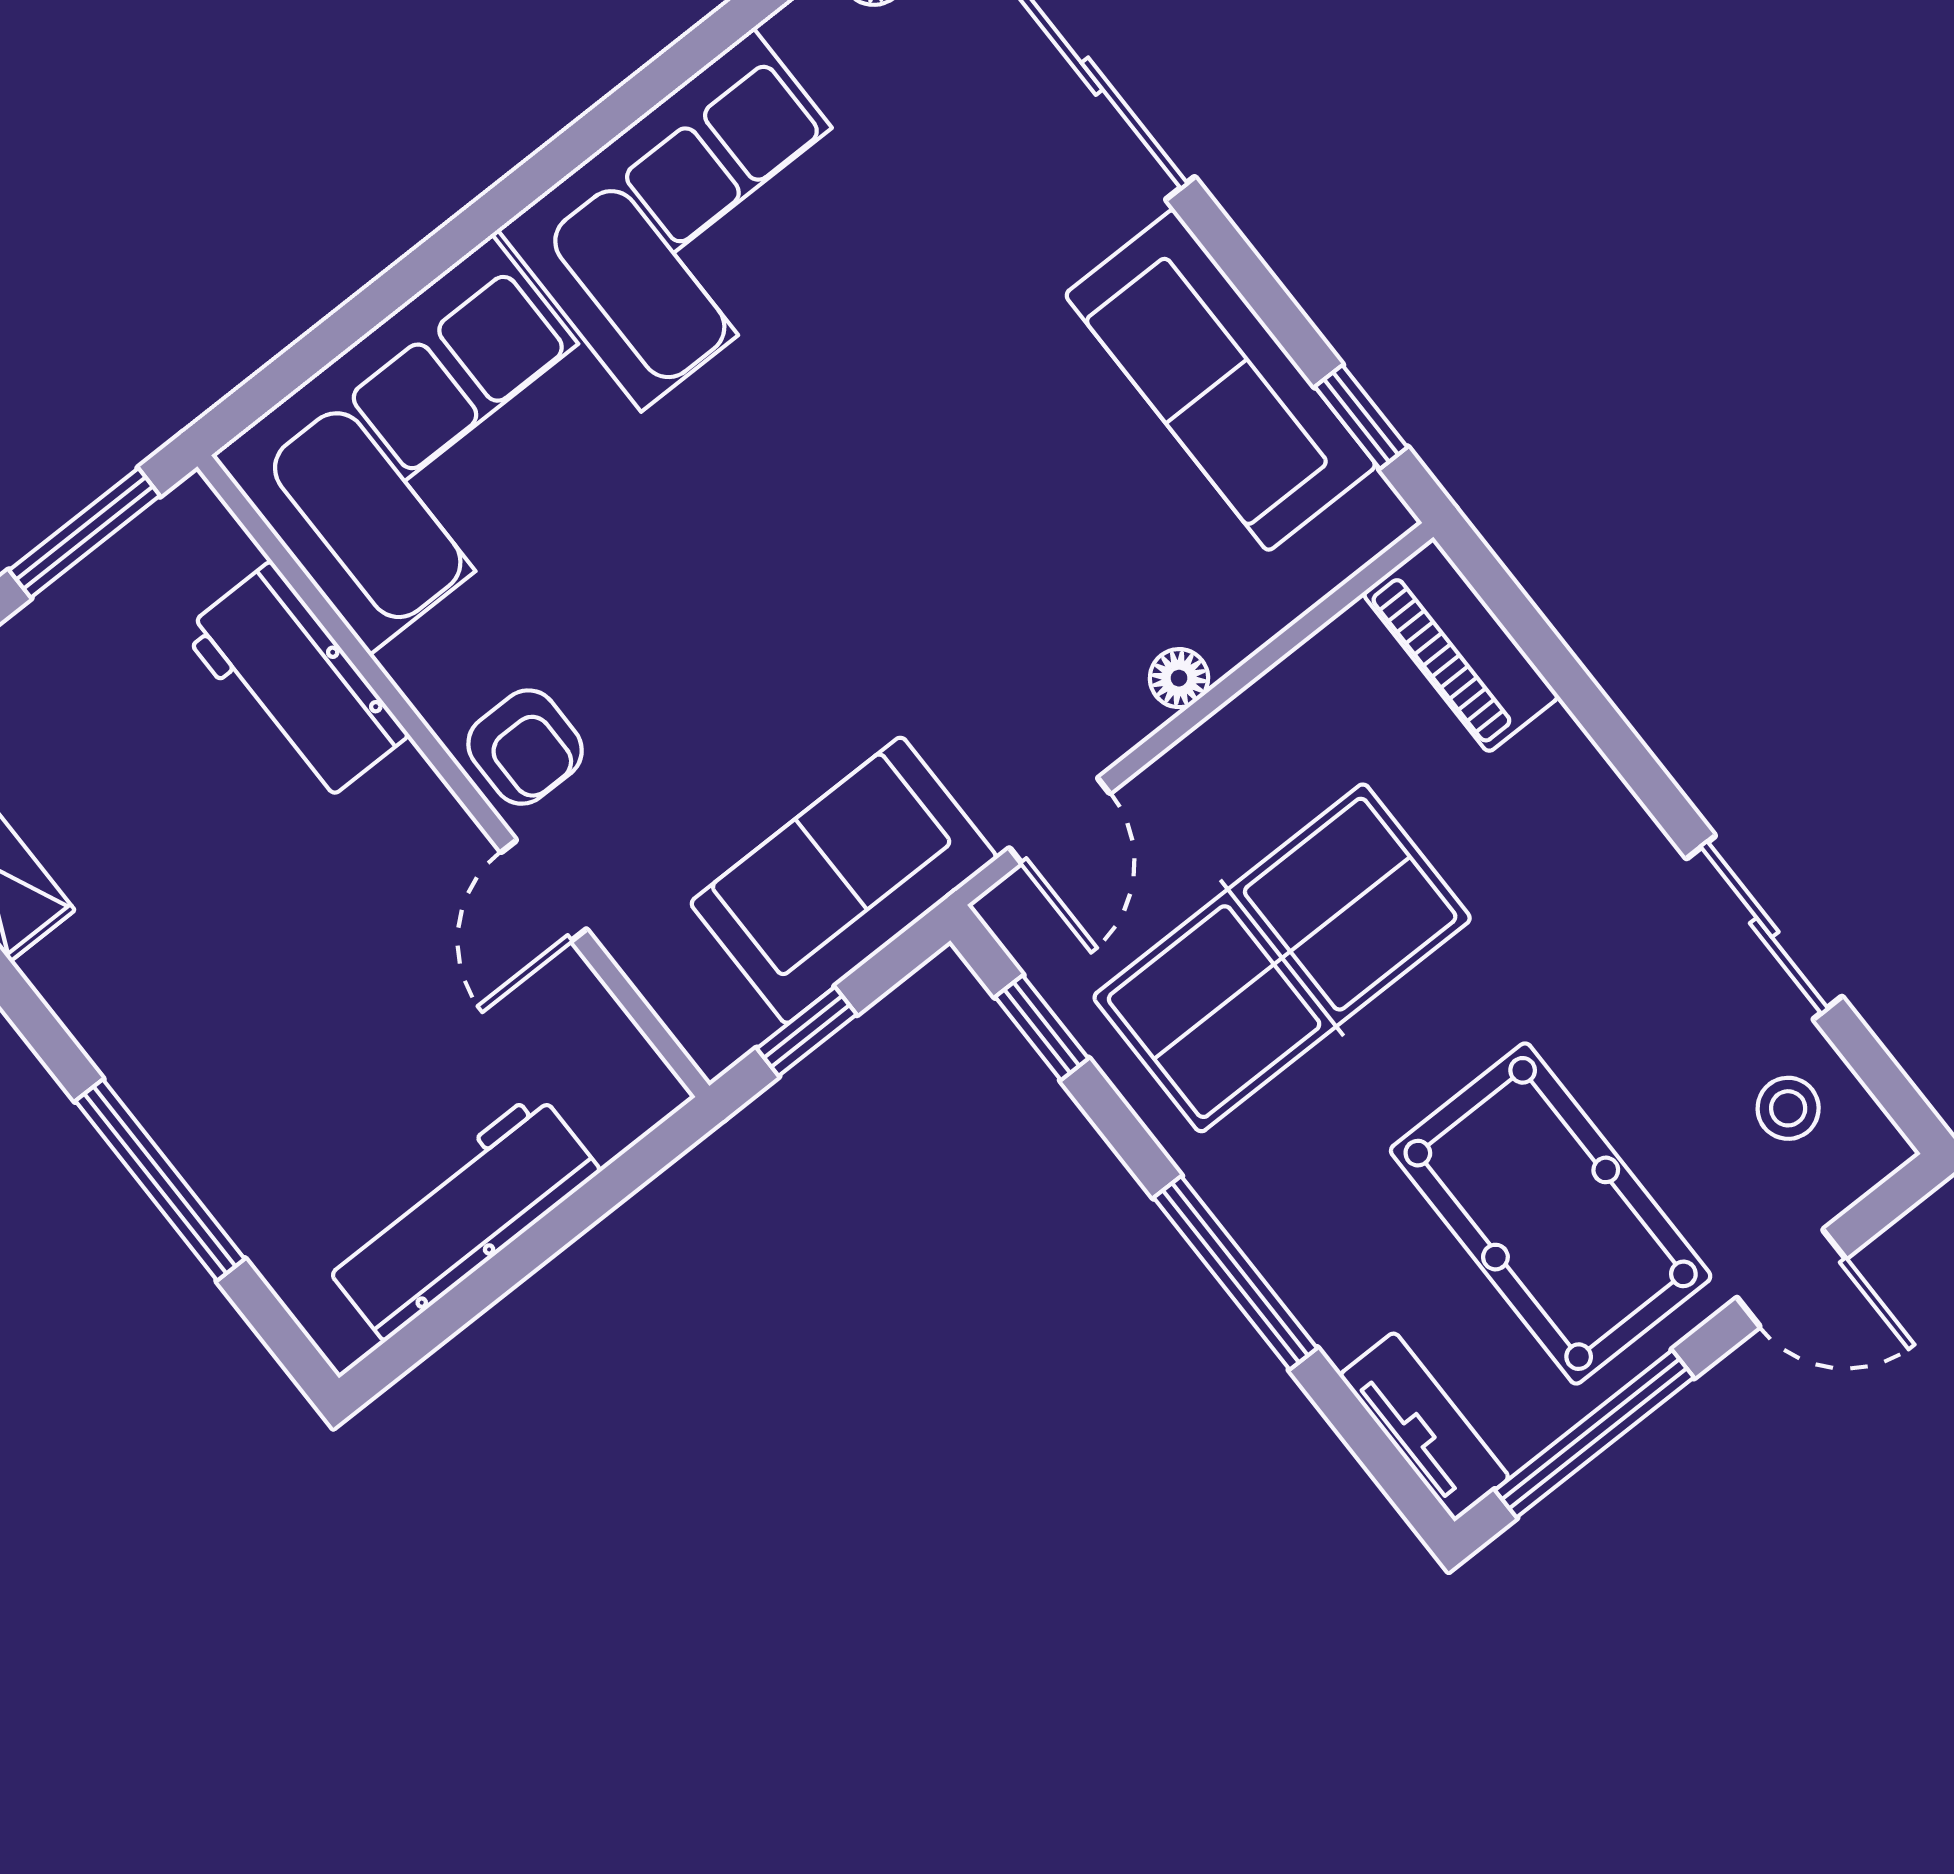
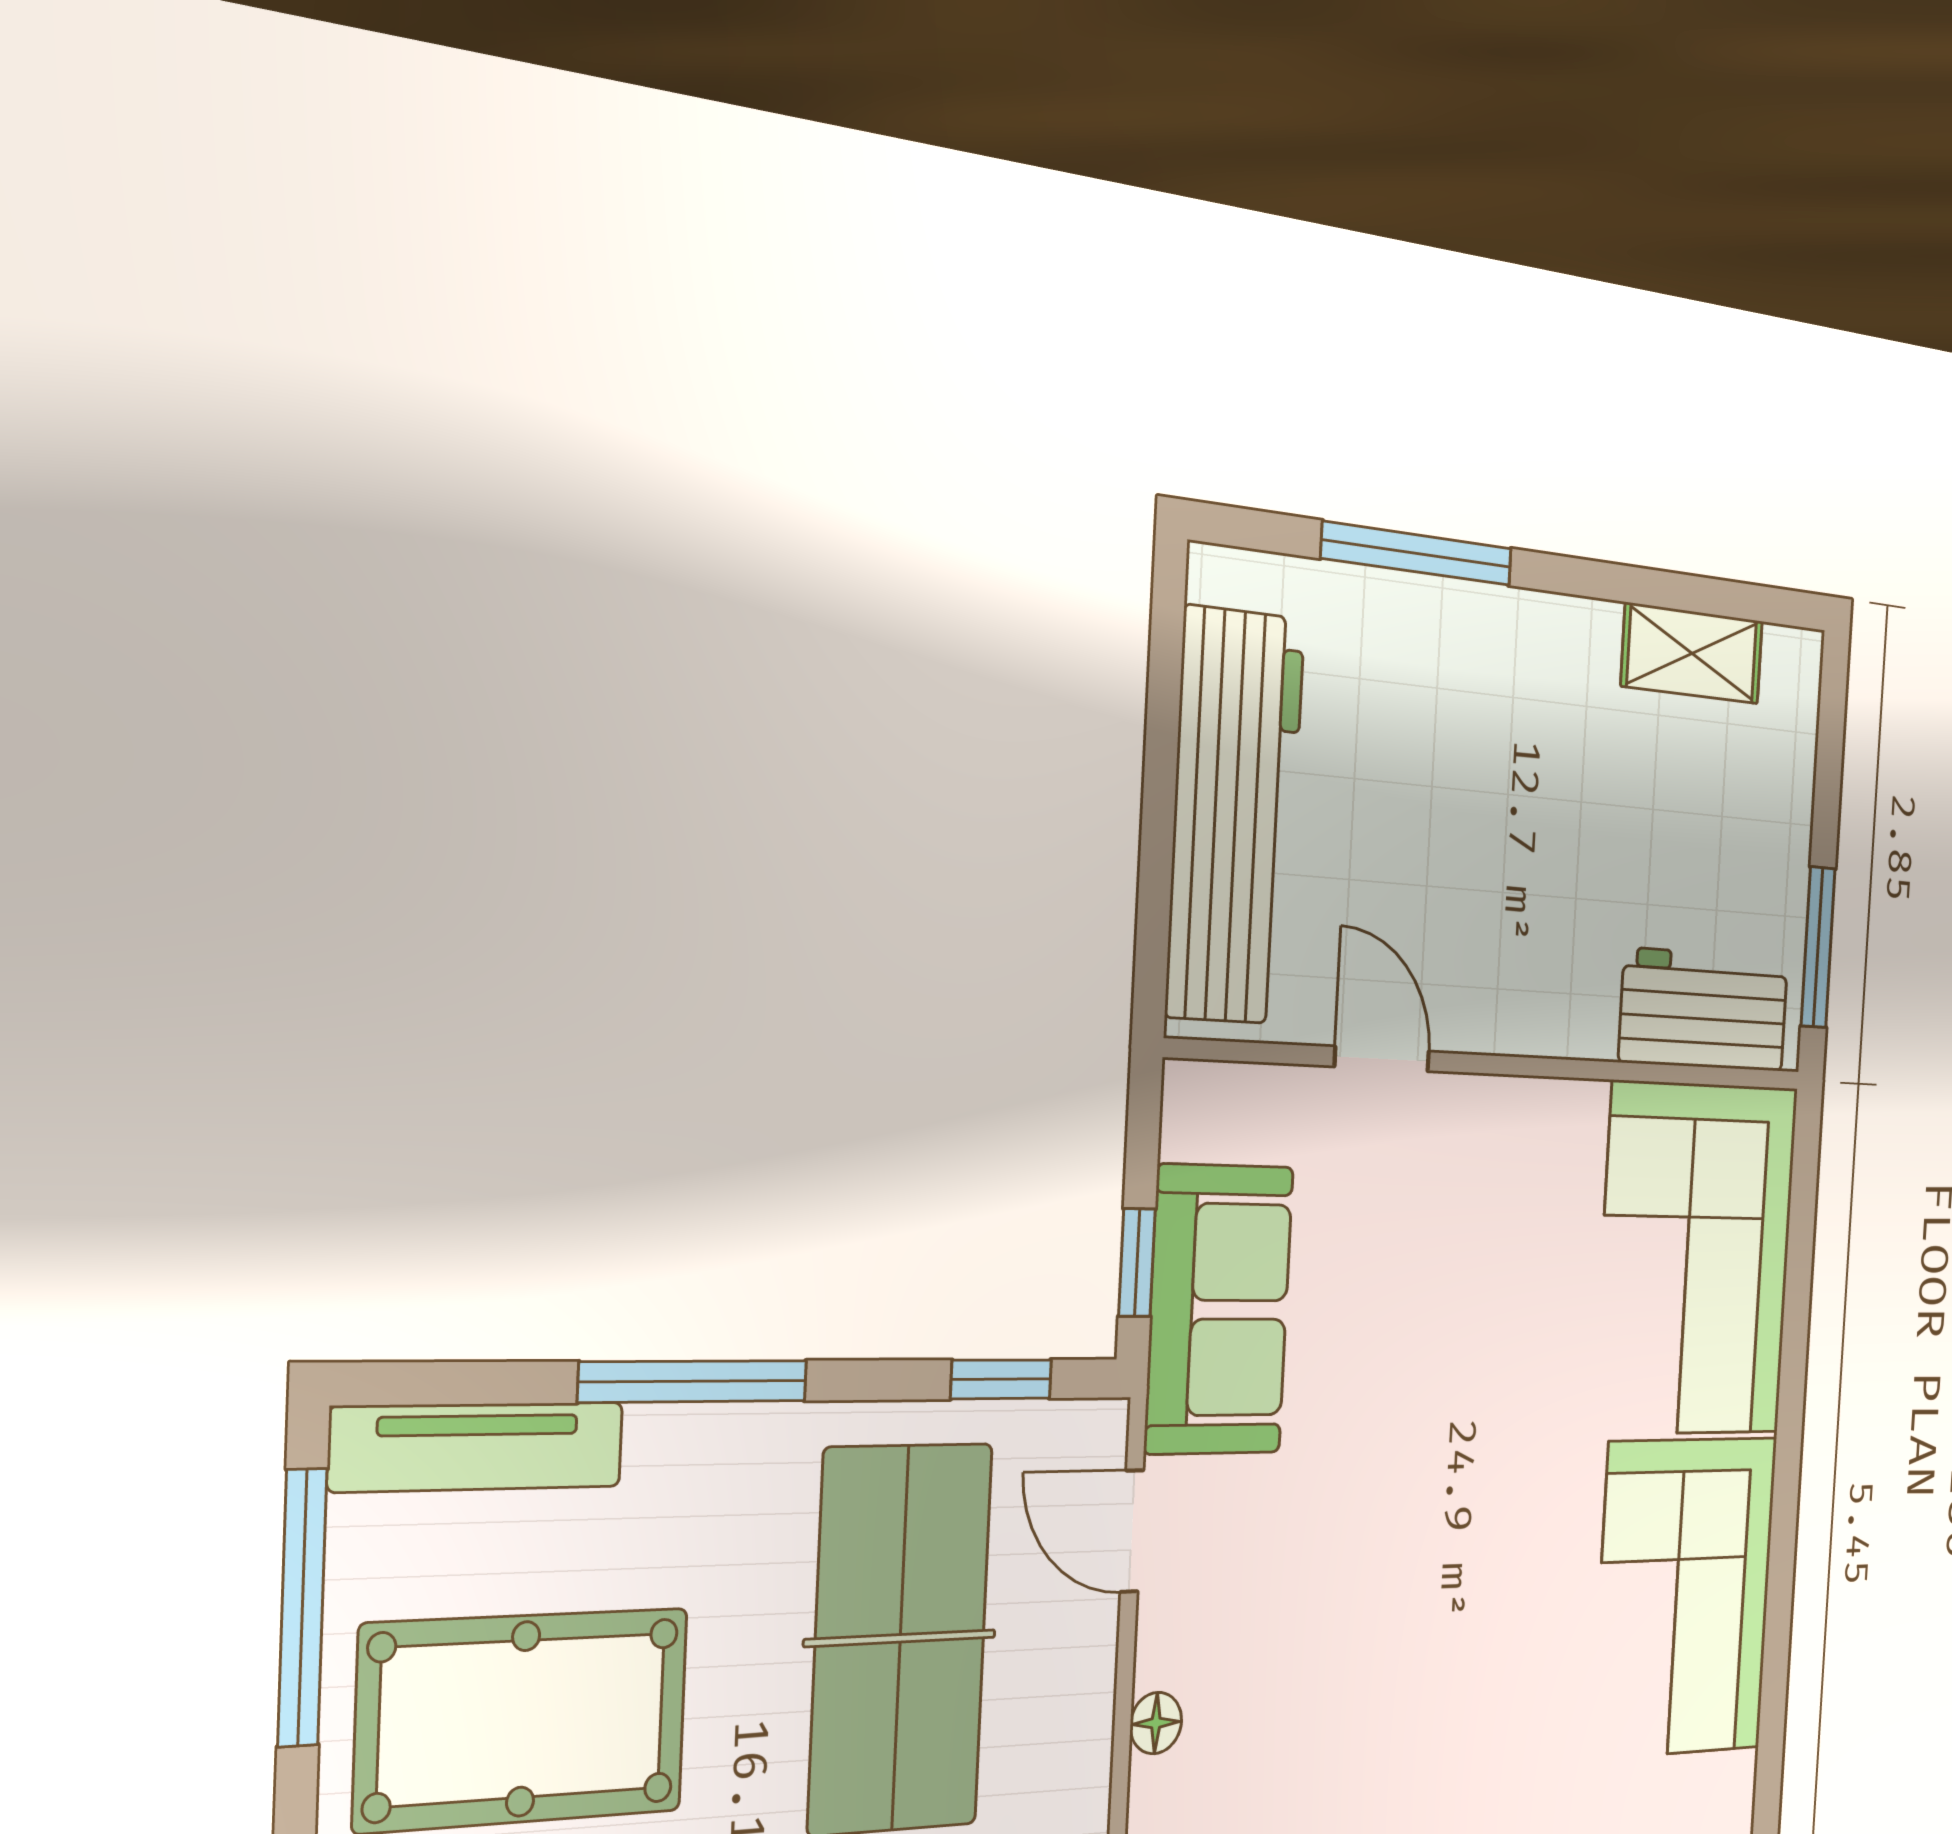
workbench: (295, 683) -> (1704, 1010), moved
armchair: (525, 747) -> (1478, 1140), removed
window: (807, 1031) -> (1137, 1263), moved
workbench: (461, 1216) -> (1235, 817), width x1.36, depth x1.32
tv unit: (1424, 1426) -> (478, 1447), width x1.41

